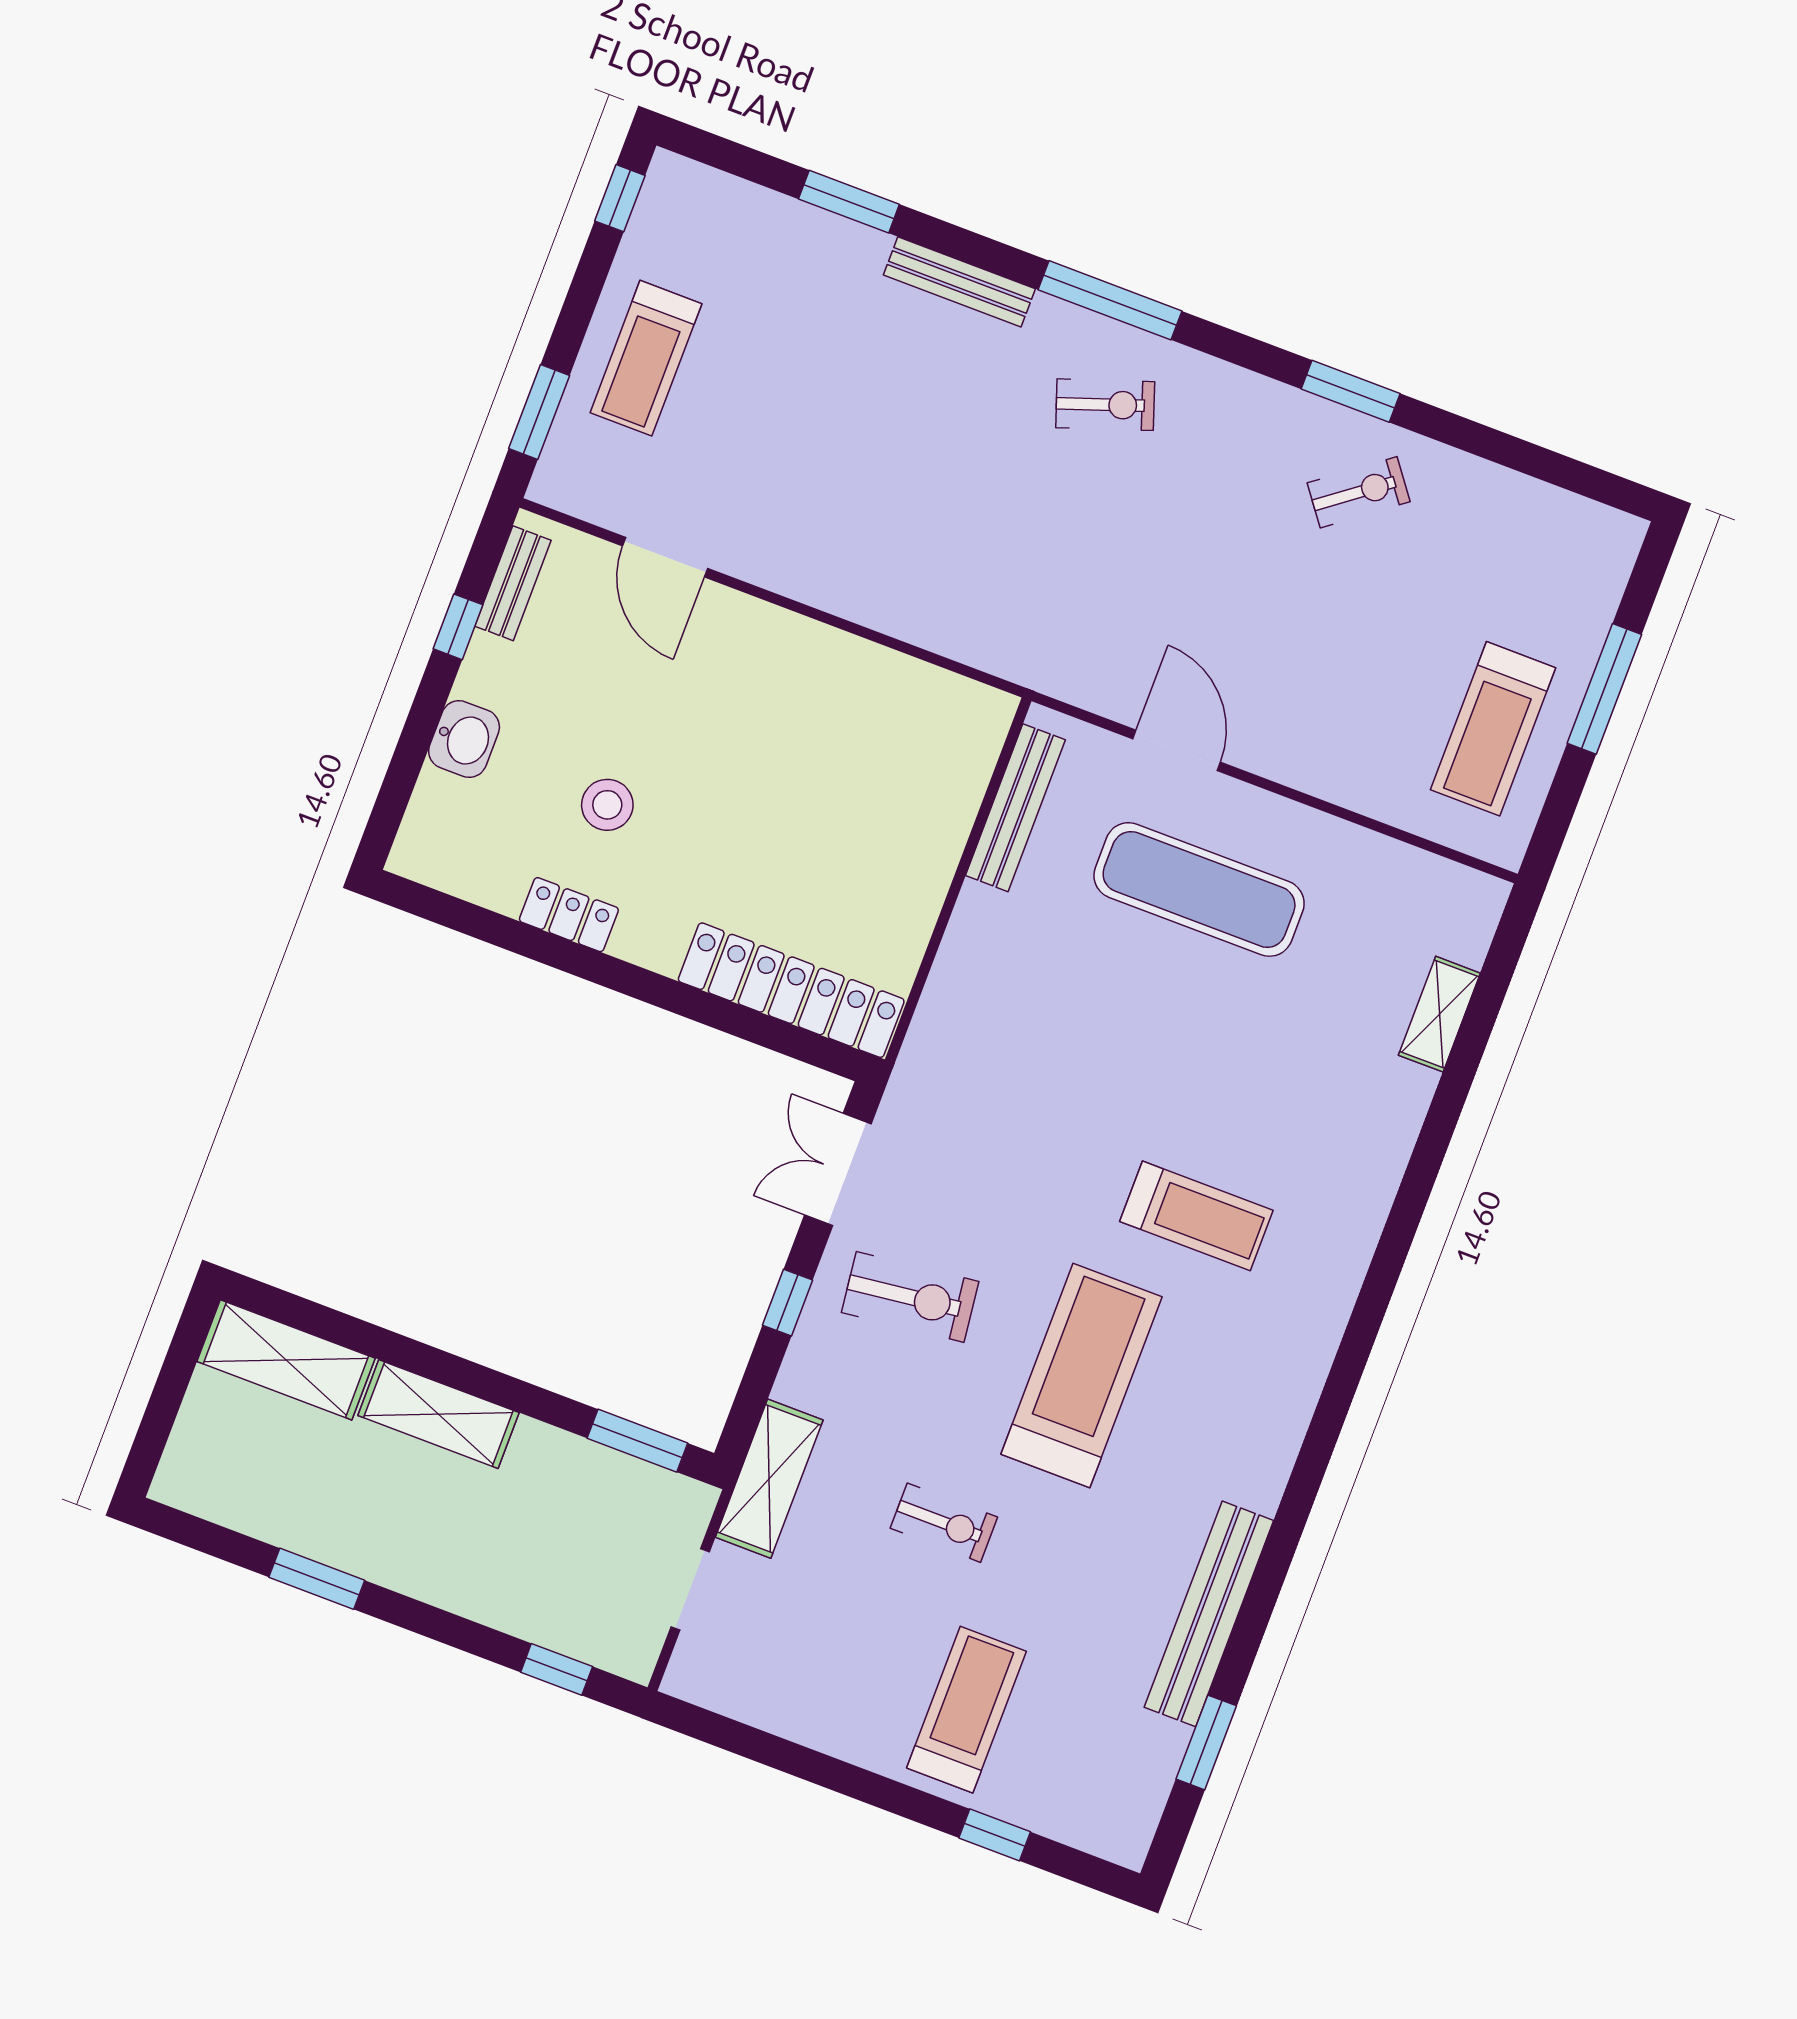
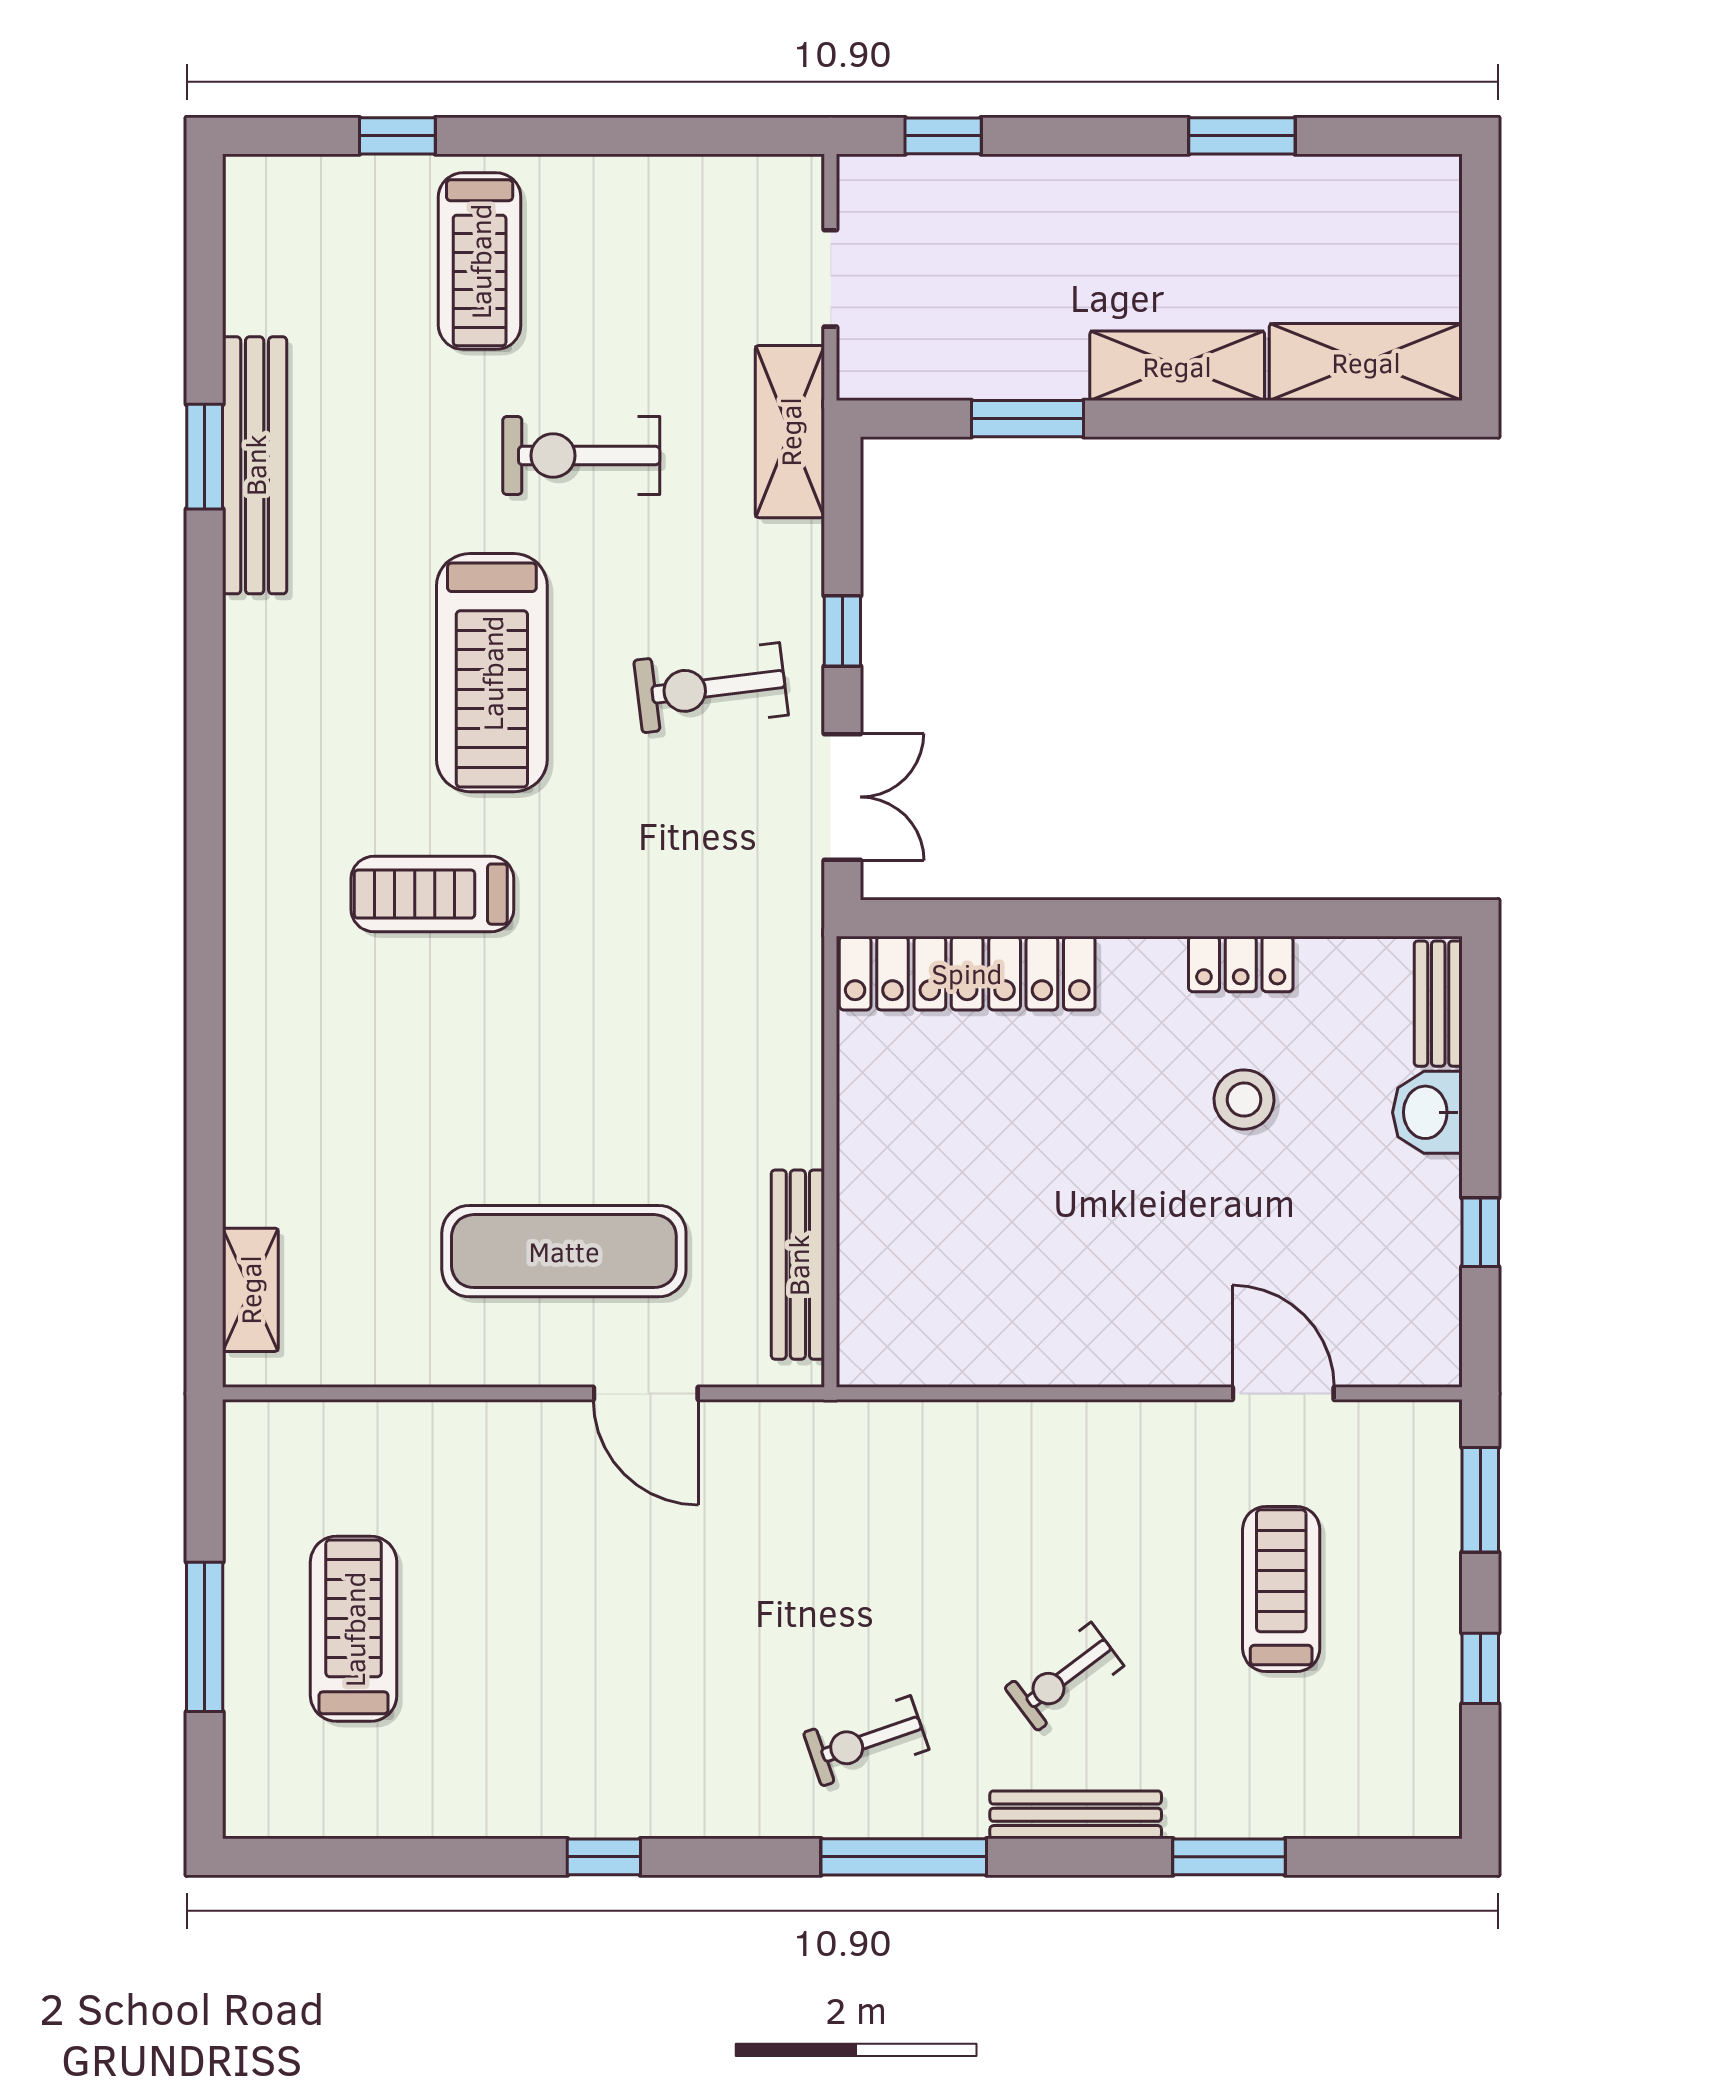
window: (620, 198) -> (1480, 1668), moved
treadmill: (646, 358) -> (1281, 1589), moved
window: (1351, 391) -> (604, 1857), width x0.67
exercise bike: (1359, 492) -> (1064, 1677), moved
bench: (513, 583) -> (1438, 1004), moved
treadmill: (1493, 729) -> (354, 1629), moved
shelving: (1439, 1014) -> (250, 1290), moved
window: (637, 1441) -> (1027, 419), moved
exercise bike: (944, 1523) -> (581, 456), width x1.38, depth x1.39
window: (1206, 1742) -> (205, 457), moved

